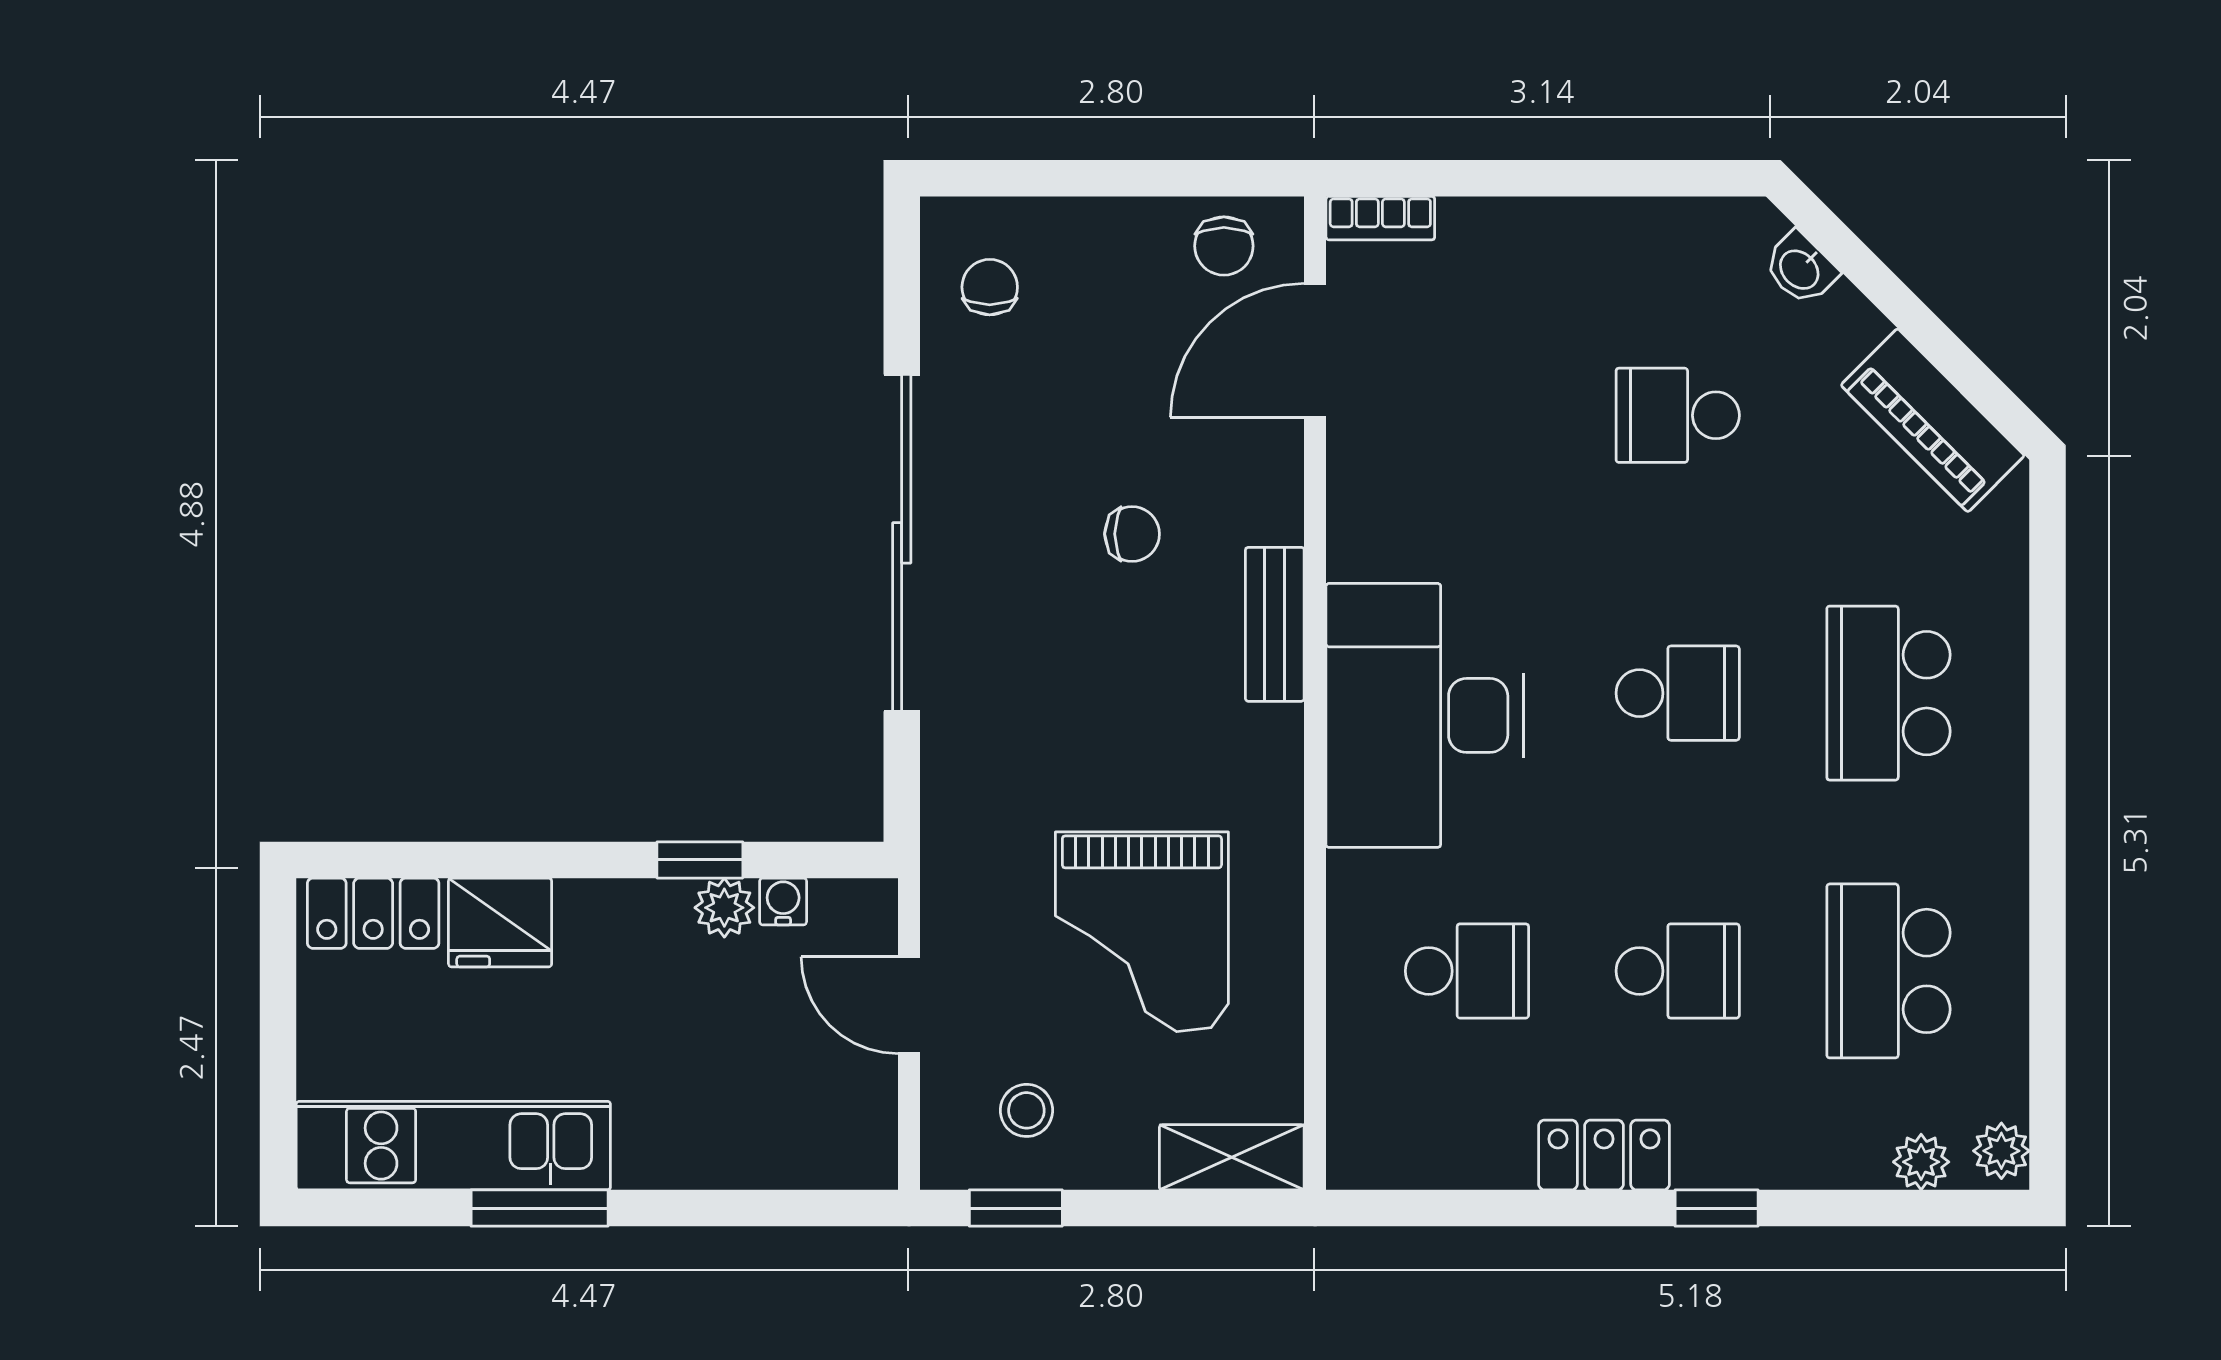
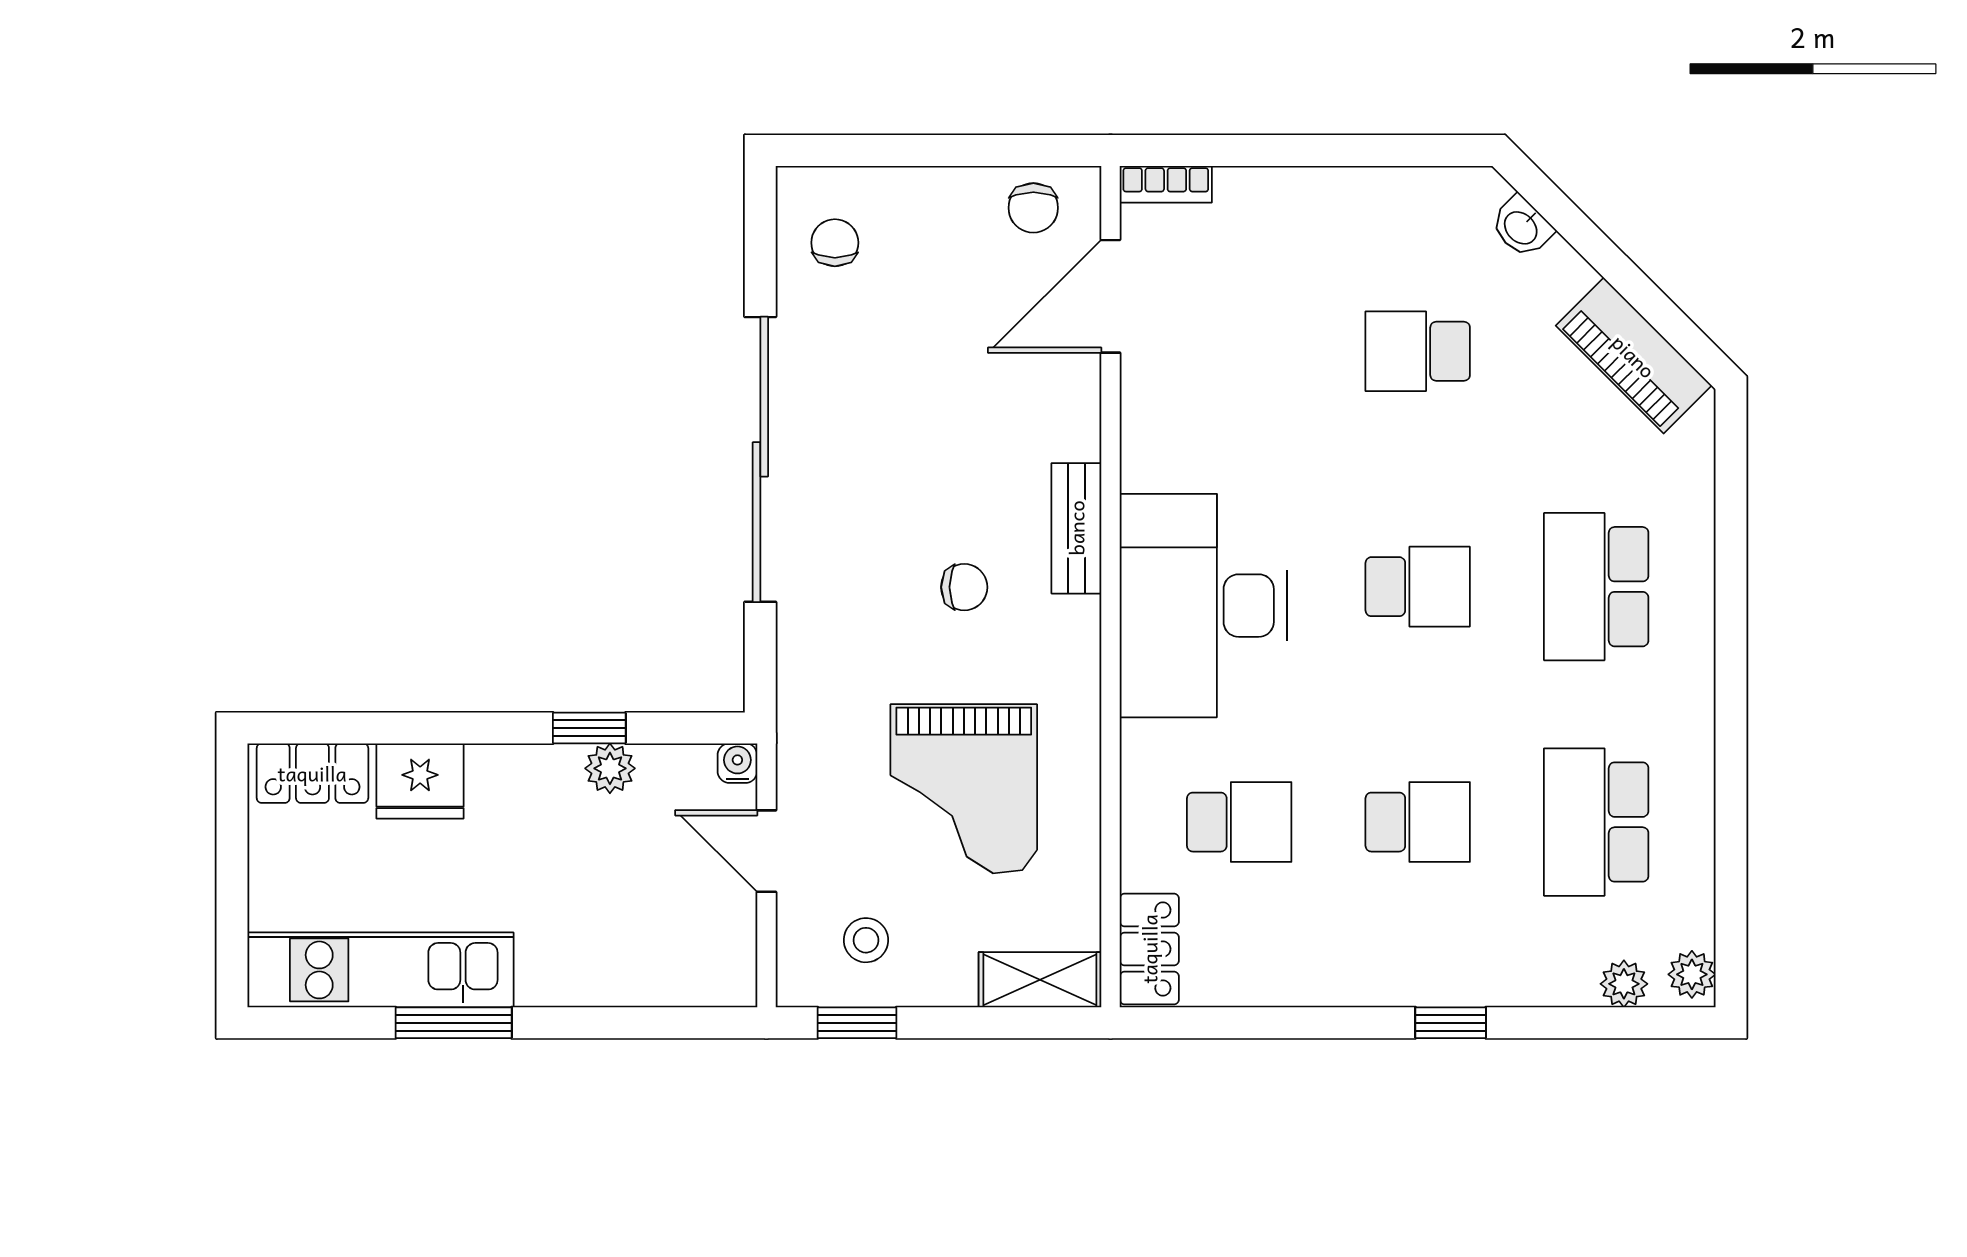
chair: (1132, 534) -> (964, 587), moved
water cooler: (783, 901) -> (737, 763), moved
locker: (1604, 1155) -> (1149, 949), moved, turned 90

